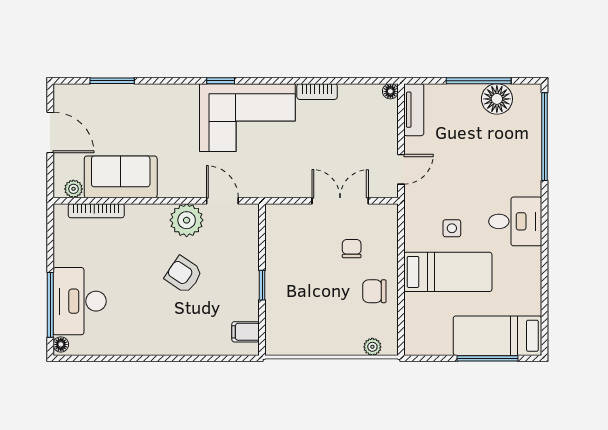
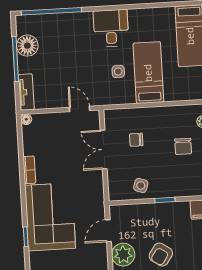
tv unit: (414, 110) -> (26, 92), moved, turned 90
side table: (285, 251) -> (141, 185), added
chair: (374, 291) -> (183, 146), moved

